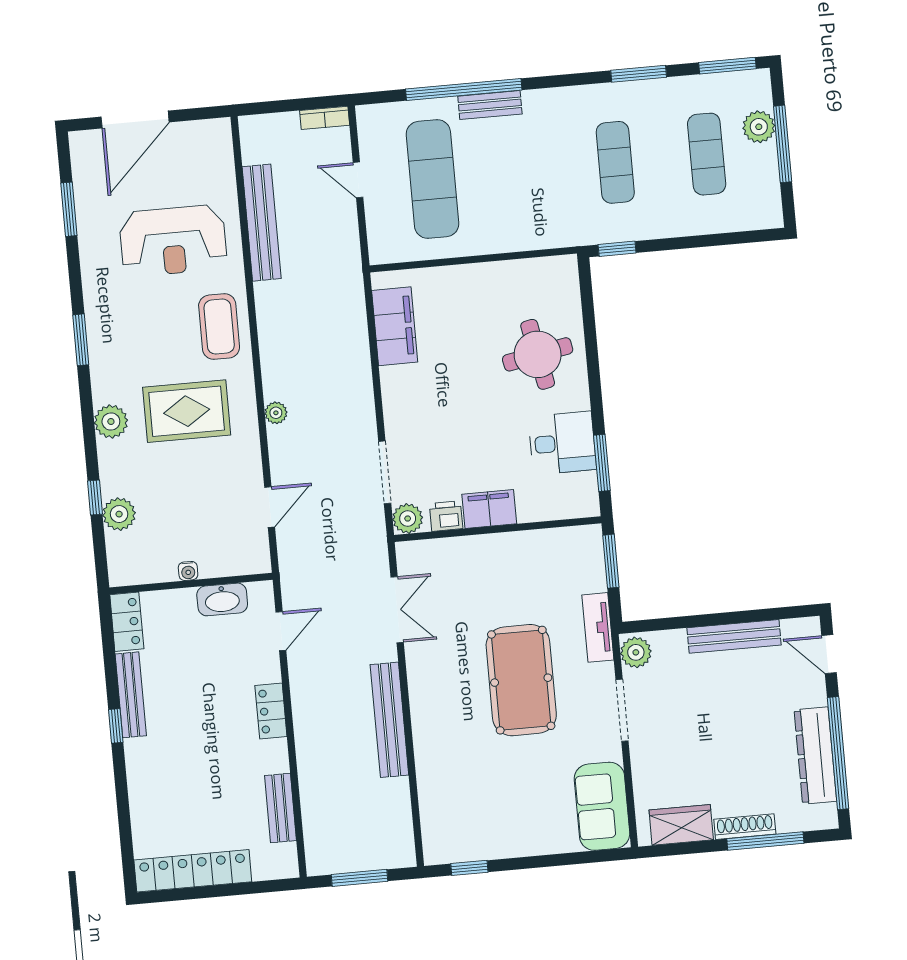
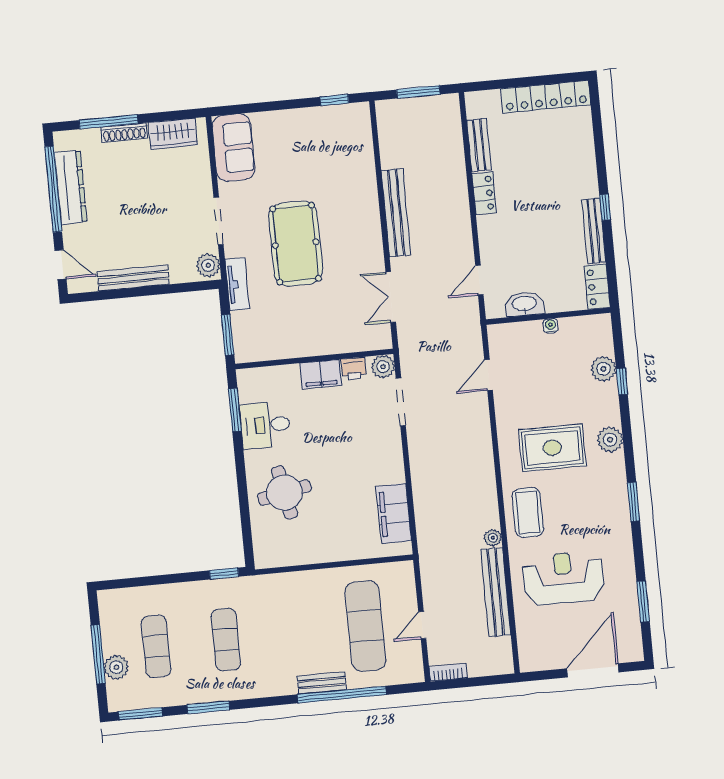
door: (358, 180) -> (422, 625), swing flipped
plant: (276, 413) -> (493, 538), moved
locker: (271, 711) -> (484, 193), moved

